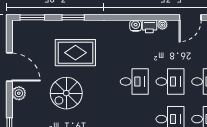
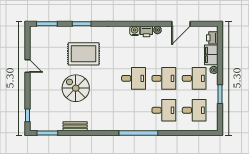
door: (9, 67) -> (27, 66), width x0.53
plant: (19, 93) -> (35, 88), removed
spiral stairs: (66, 93) -> (76, 88), turned 90

